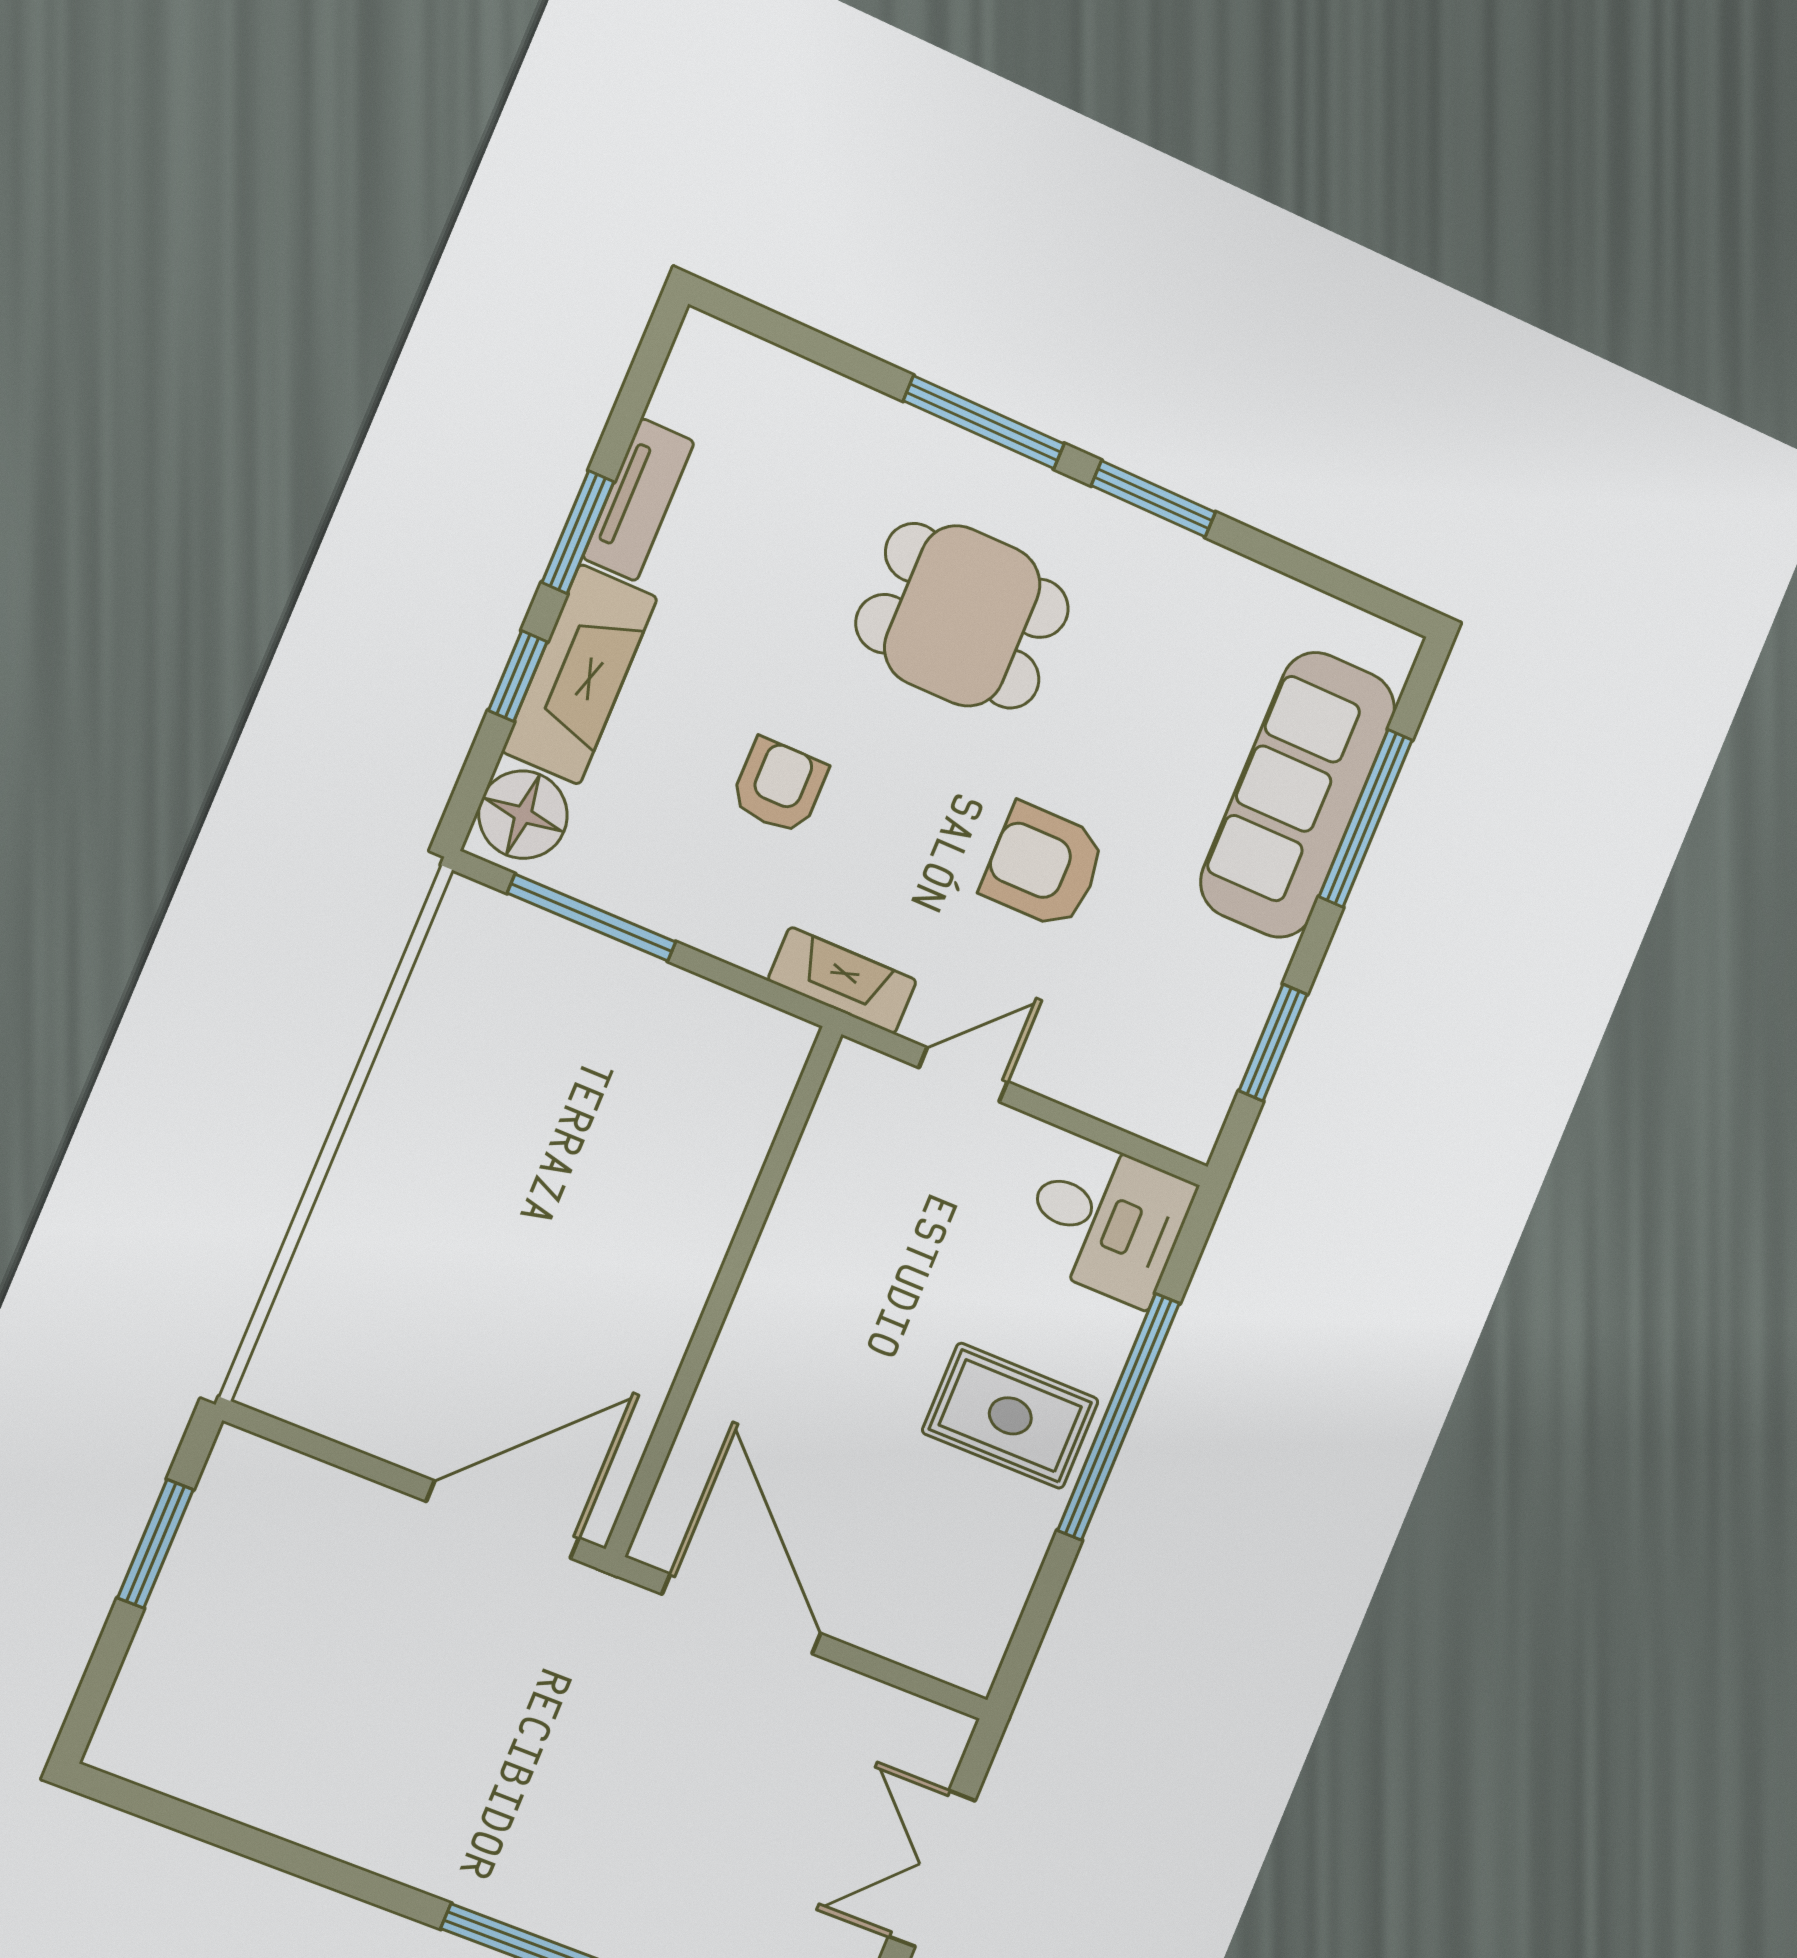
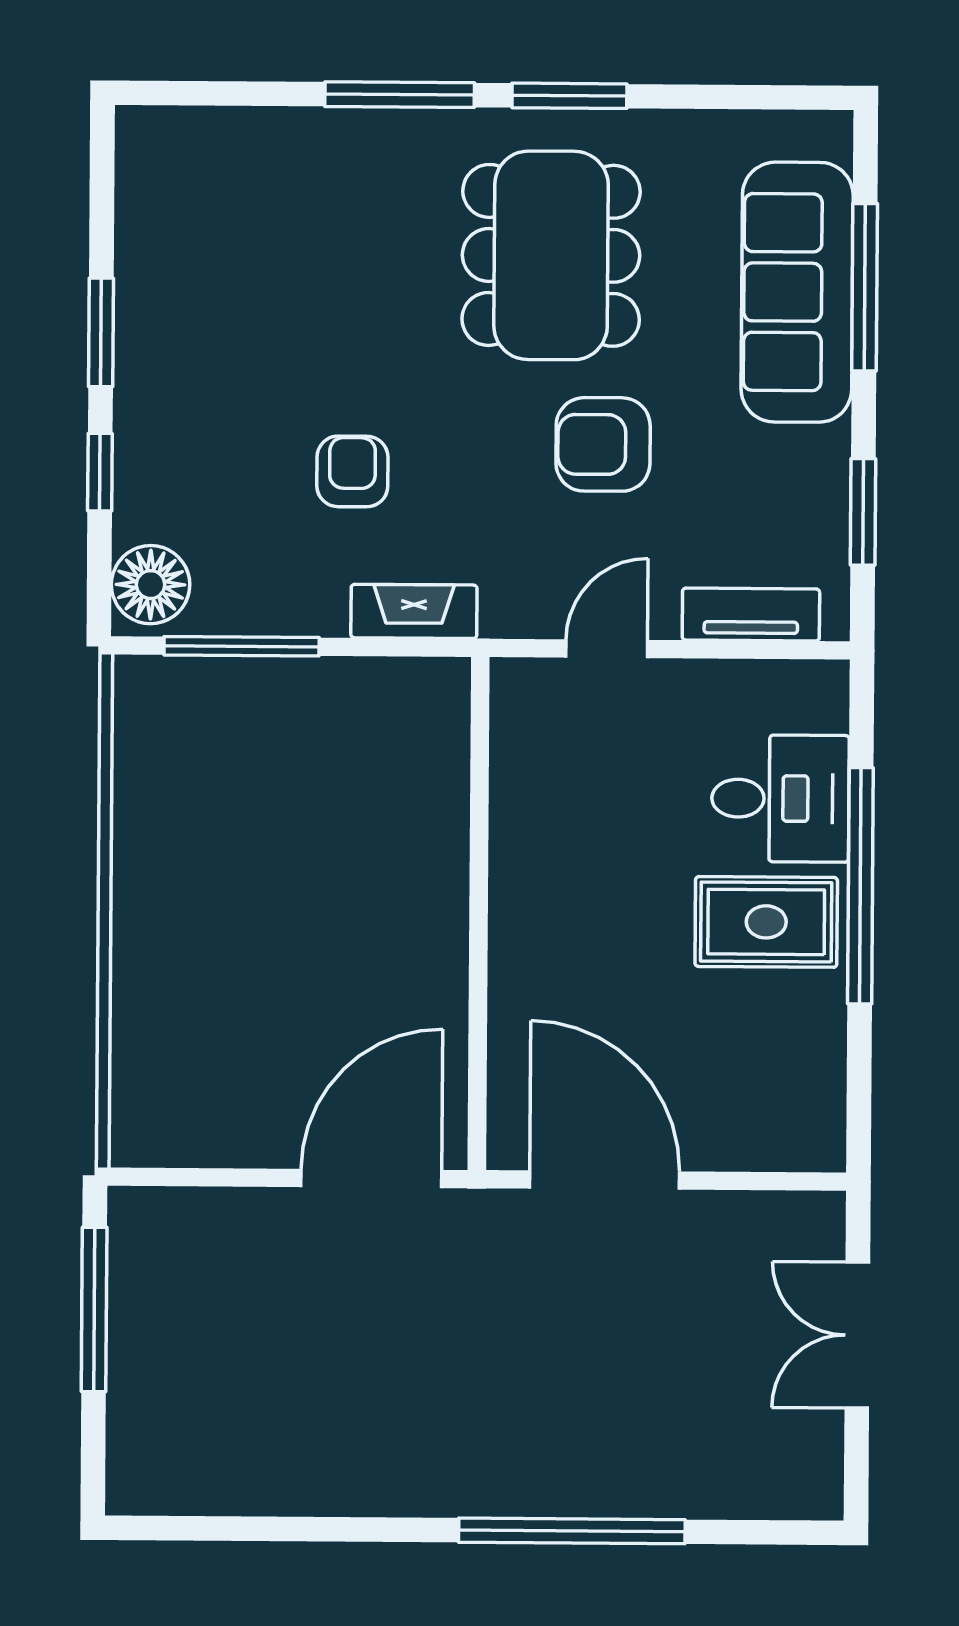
tv unit: (638, 500) -> (751, 614), moved, turned -90
dining table: (962, 616) -> (551, 255), moved, width x1.38
fireplace: (580, 674) -> (150, 449), removed
fireplace: (842, 980) -> (414, 611), moved
desk: (1106, 1221) -> (780, 798), moved
window: (155, 1544) -> (94, 1309), width x1.44

